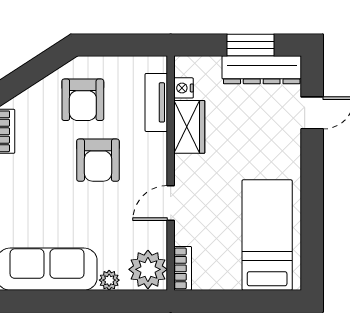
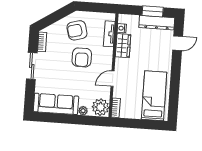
armchair: (83, 100) -> (77, 30), turned 75

